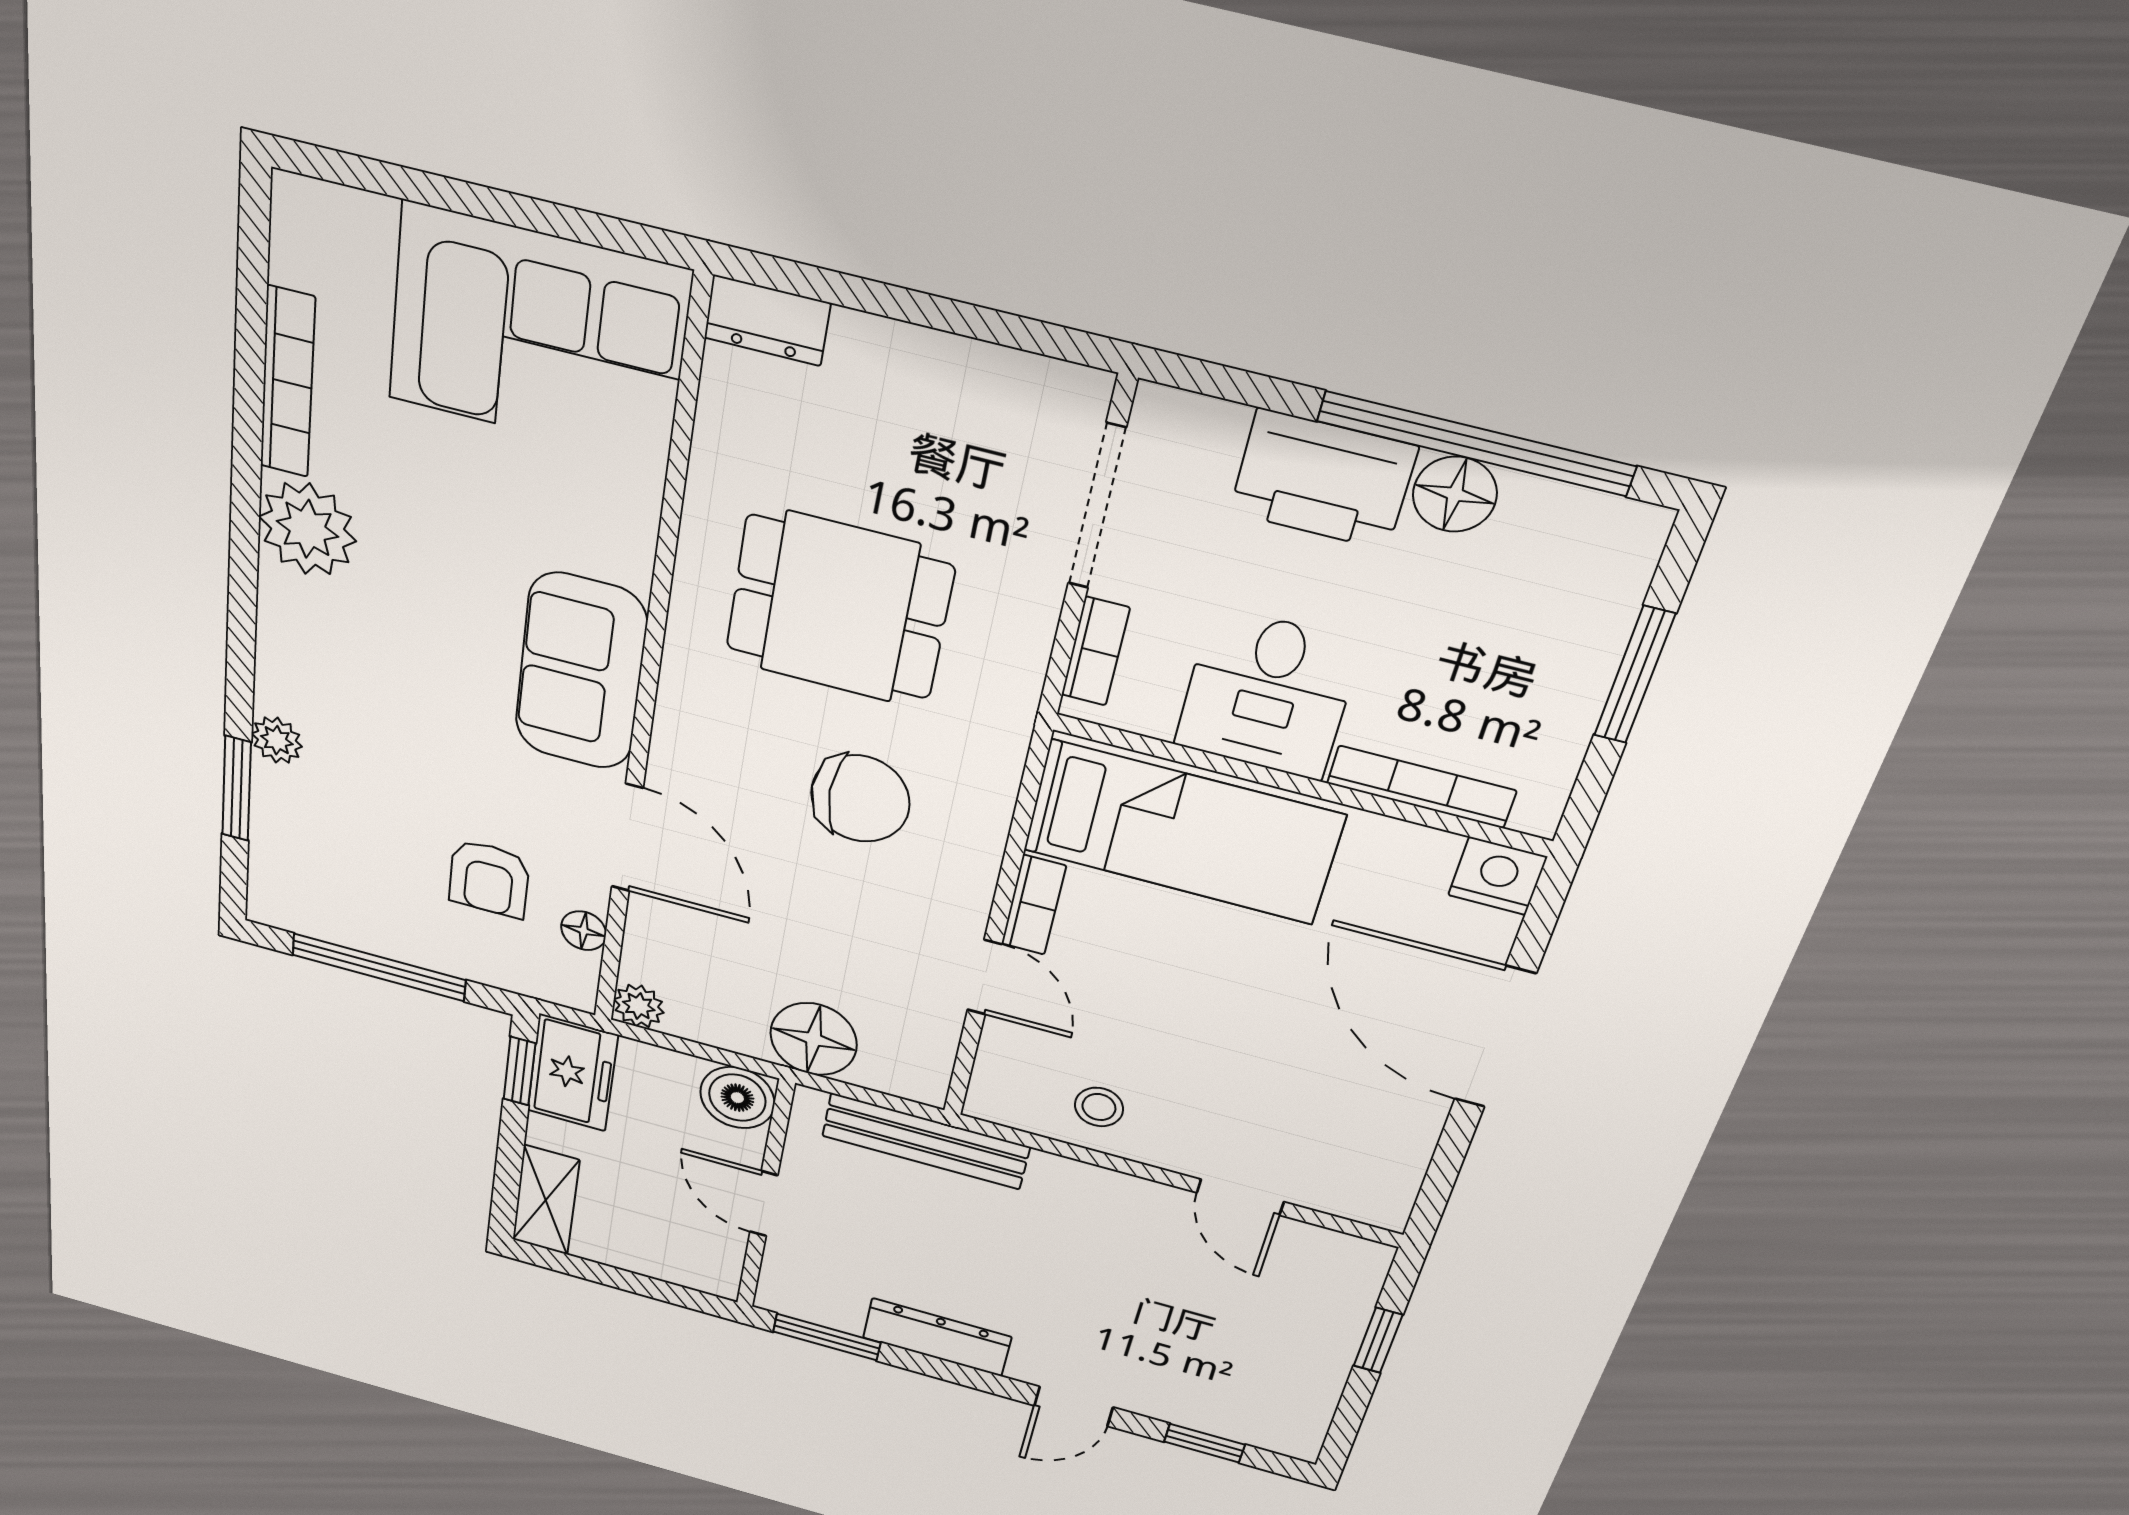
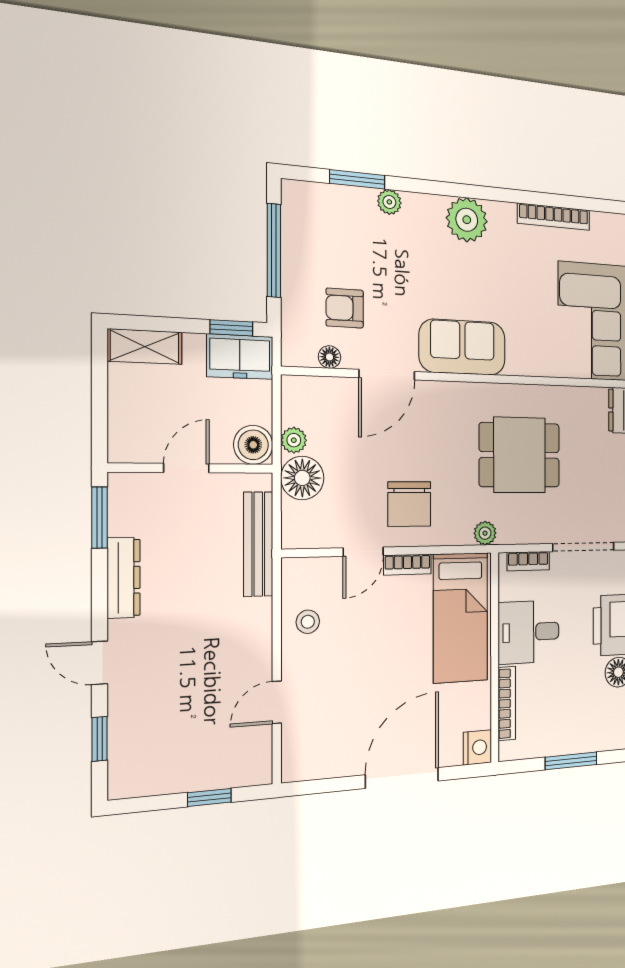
plant: (308, 529) -> (467, 220), moved
dining table: (839, 607) -> (520, 455), turned 90
plant: (1005, 731) -> (485, 533), added
chair: (860, 799) -> (409, 504), moved
plant: (639, 1006) -> (294, 440), moved

